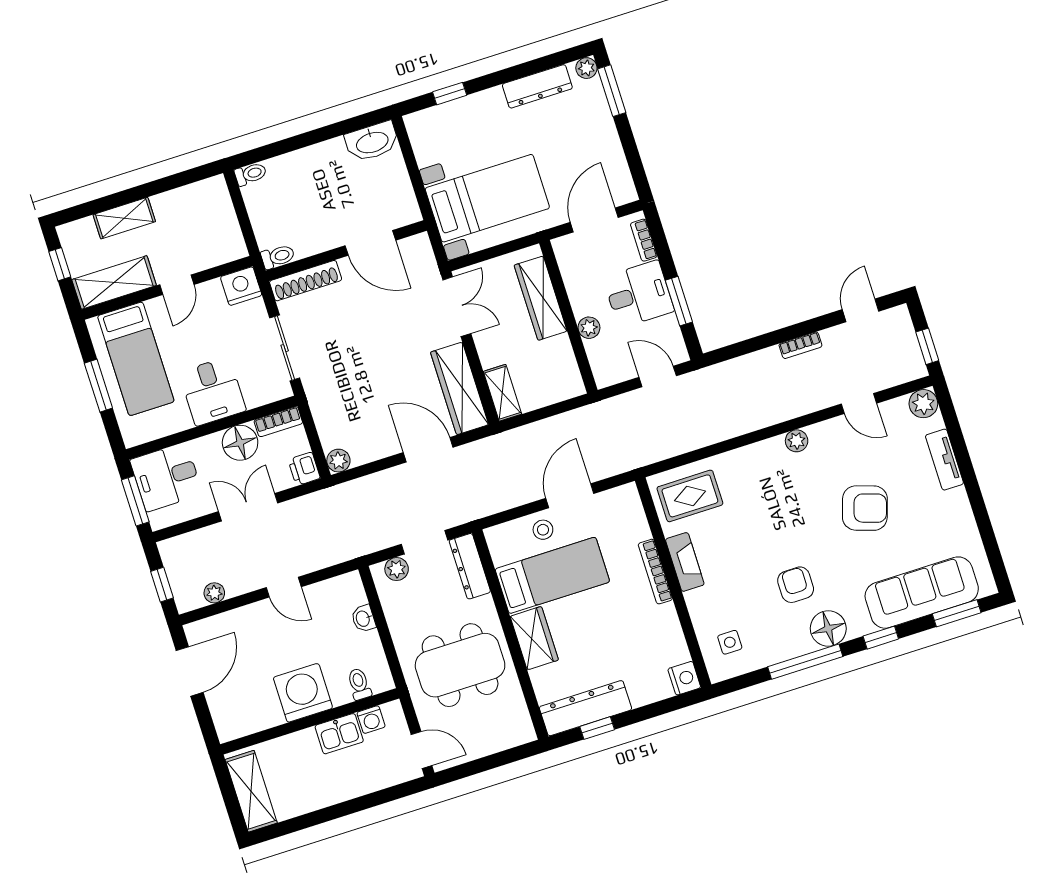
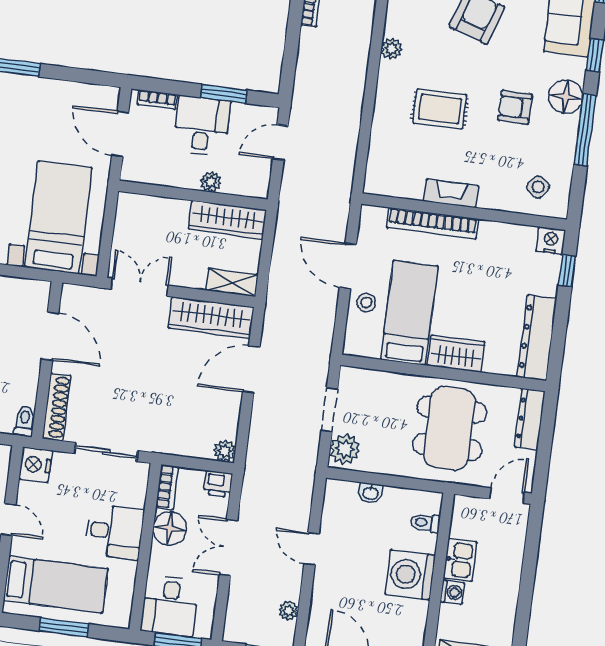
door: (370, 243) -> (50, 336), hinge flipped
wardrobe: (541, 298) -> (227, 220), moved
rug: (690, 496) -> (440, 109), moved, turned 90
dresser: (470, 566) -> (530, 419), moved, turned 90
plant: (397, 569) -> (345, 449), width x1.38, depth x1.38
bookcase: (655, 572) -> (433, 223), width x1.48, depth x1.31
door: (284, 587) -> (312, 549), swing flipped
side table: (730, 642) -> (538, 187), turned 38
washing machine: (371, 720) -> (452, 592), moved
window: (597, 728) -> (567, 271), moved

